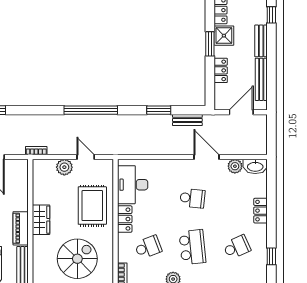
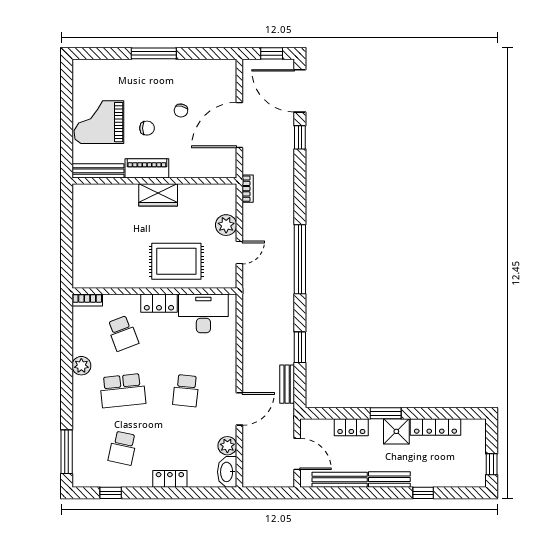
school desk: (237, 247) -> (123, 448), turned 36
spiral stairs: (77, 259) -> (108, 242), removed

